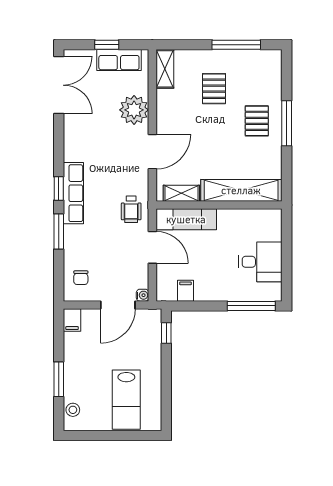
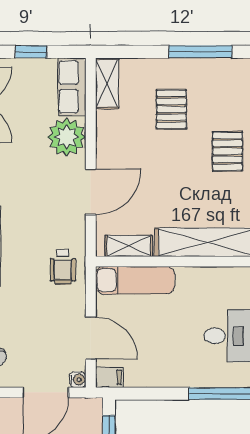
row of seats: (119, 60) -> (72, 87), moved, turned 90
door: (152, 247) -> (91, 338), moved
filing cabinet: (185, 291) -> (109, 377), moved, turned 90

